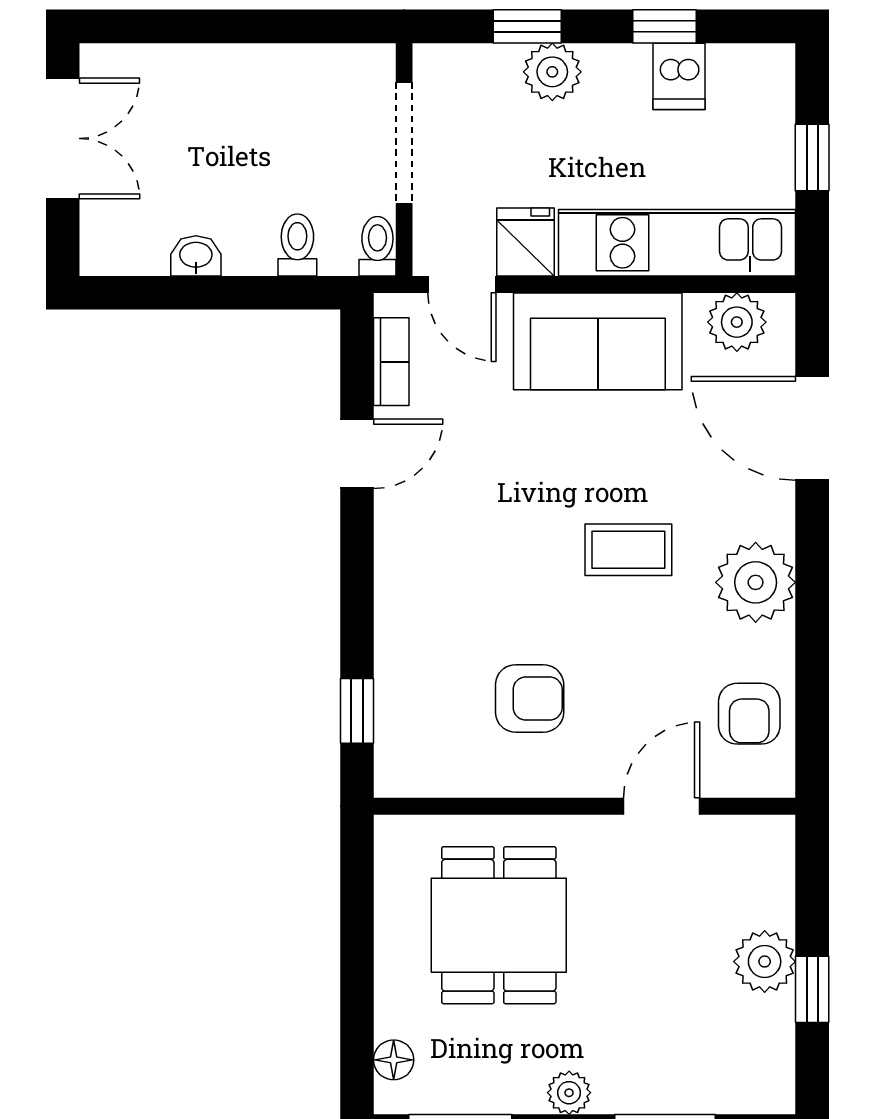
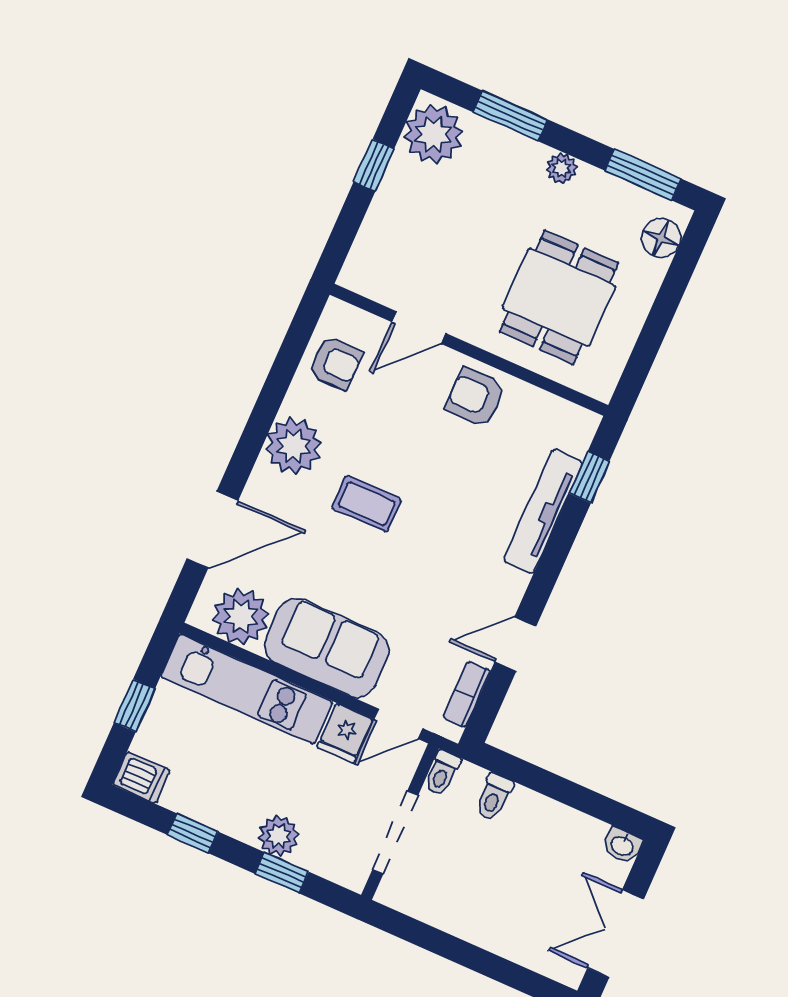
dishwasher: (679, 76) -> (141, 778), moved, turned 90
washbasin: (196, 256) -> (622, 845), moved
door: (462, 284) -> (398, 724), swing flipped
plant: (737, 322) -> (241, 617), width x1.36, depth x1.36
door: (812, 428) -> (212, 530), hinge flipped
tv unit: (397, 641) -> (543, 511), added
armchair: (530, 698) -> (475, 397), moved
armchair: (749, 714) -> (335, 363), turned 90
plant: (765, 962) -> (433, 134), moved, width x1.36, depth x1.36
floor lamp: (394, 1060) -> (661, 238), width x1.37, depth x1.37

